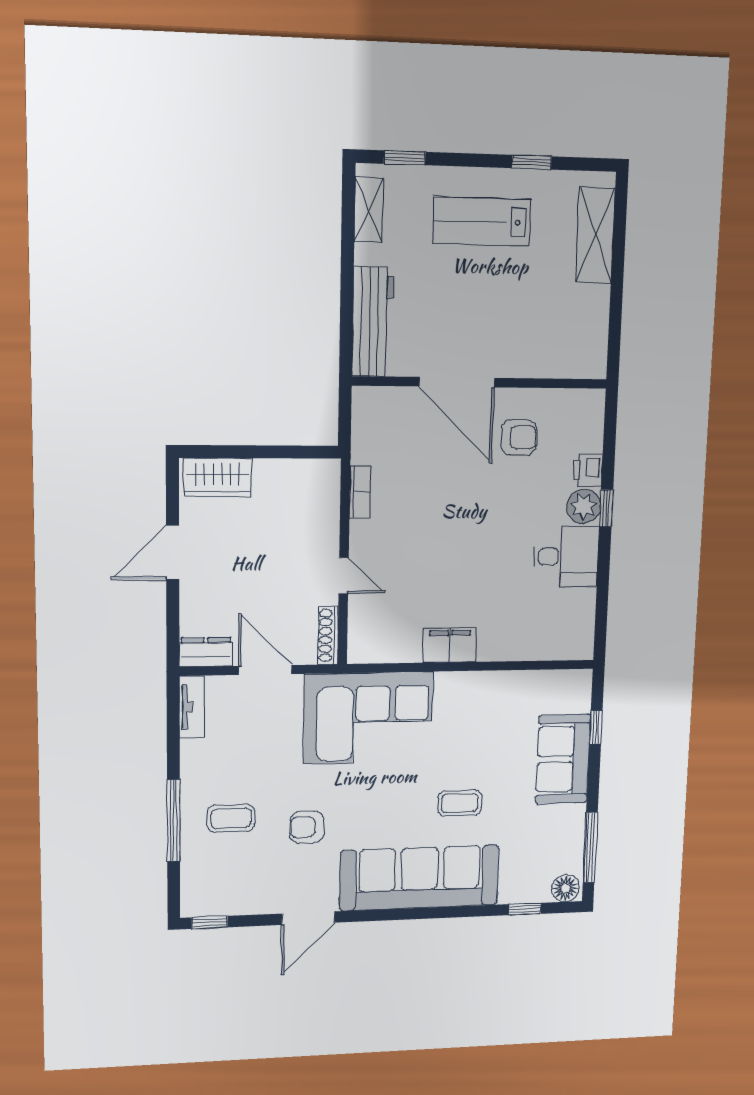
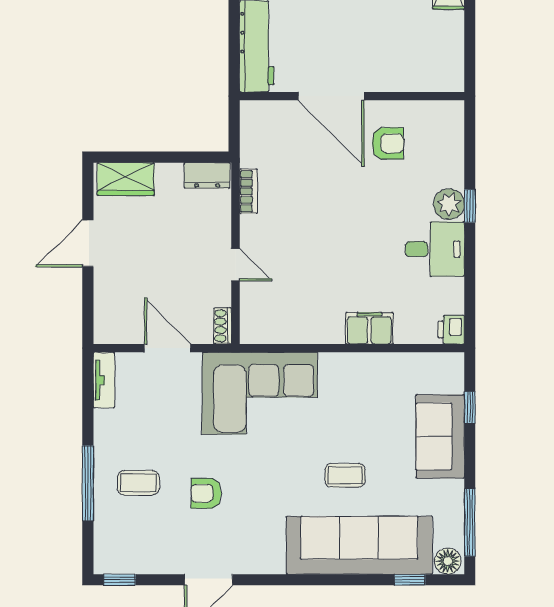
printer: (588, 470) -> (451, 330), moved
shoe rack: (328, 636) -> (223, 326), width x0.70
filing cabinet: (450, 645) -> (369, 328), moved
dresser: (206, 652) -> (207, 175), moved, turned 180
sofa: (419, 878) -> (359, 545), moved

